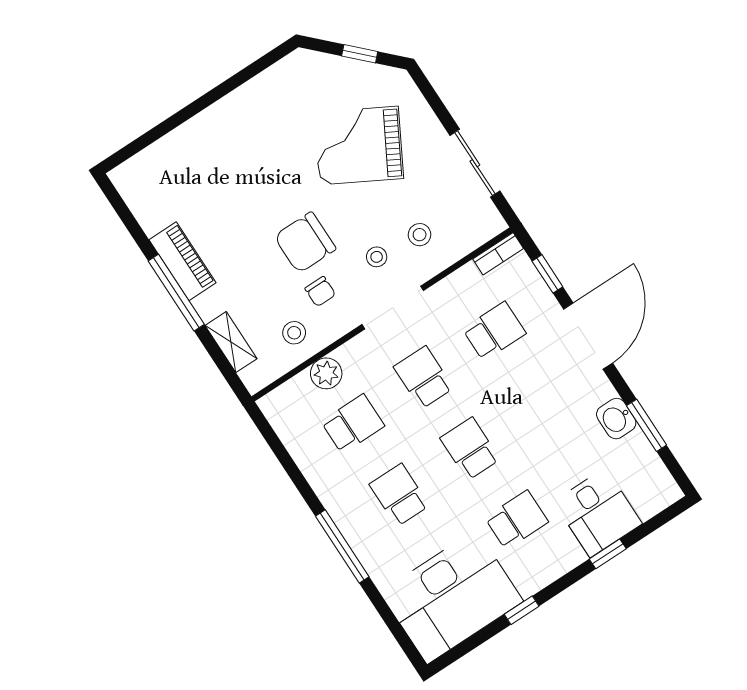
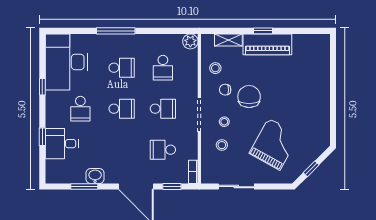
piano: (182, 261) -> (267, 44), width x1.37, depth x1.33
window: (176, 293) -> (263, 31), width x0.46
school desk: (494, 331) -> (163, 150), turned 90
plant: (326, 373) -> (190, 41), moved

